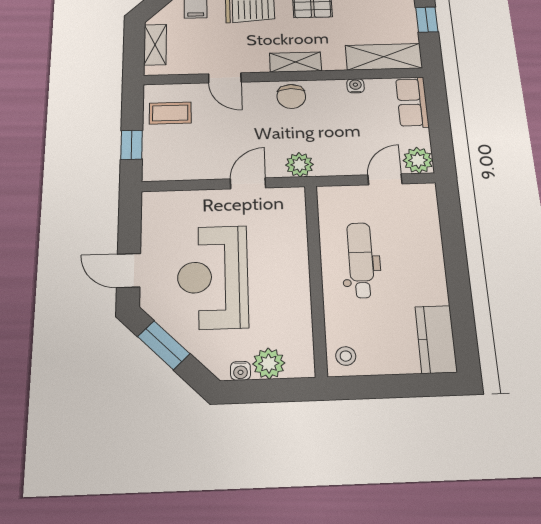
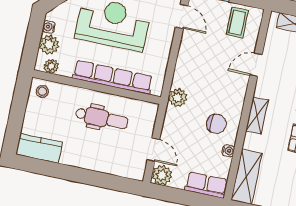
chair: (291, 96) -> (216, 124), moved, turned 180
door: (248, 183) -> (182, 16), moved
row of seats: (294, 259) -> (113, 77), added
plant: (302, 352) -> (51, 66), added

